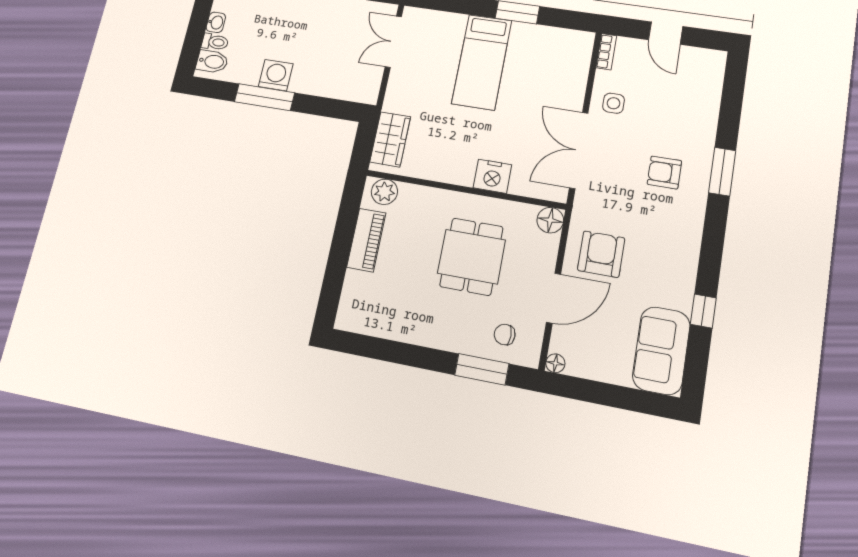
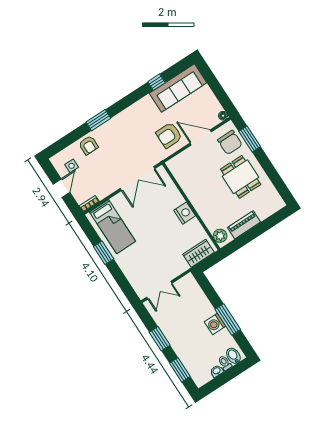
bed: (482, 62) -> (113, 227), moved, turned 90
side table: (614, 103) -> (72, 166), moved
armchair: (664, 172) -> (88, 145), moved
nightstand: (492, 176) -> (185, 213), moved
floor lamp: (550, 220) -> (174, 165), removed
dining table: (471, 257) -> (241, 177), moved, turned 90
chair: (505, 335) -> (230, 142), width x1.87, depth x1.87
sofa: (661, 351) -> (178, 88), width x1.36

